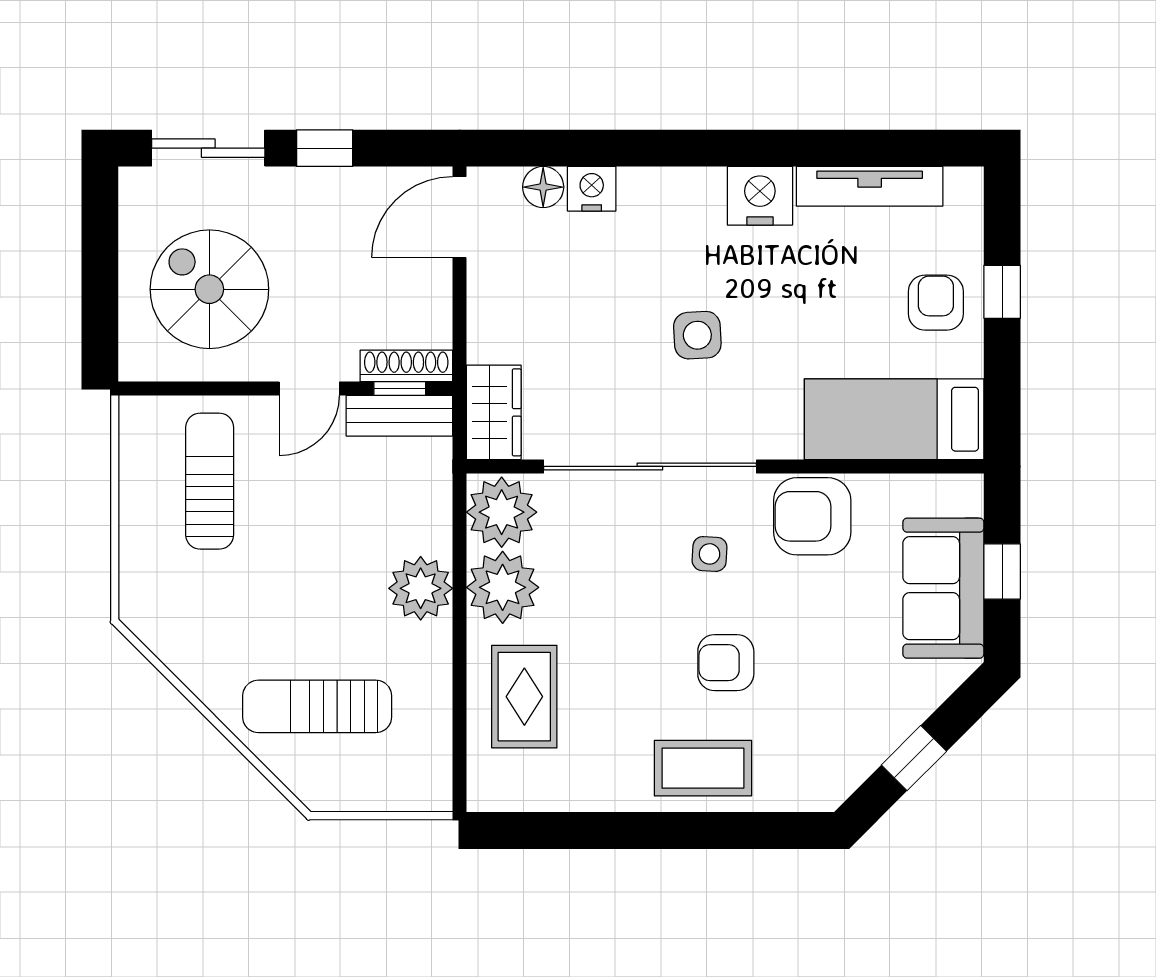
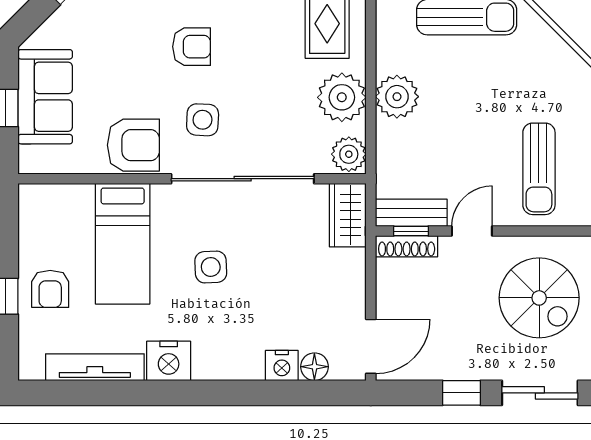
bed: (894, 419) -> (123, 244), moved, turned 90
plant: (502, 512) -> (349, 154), width x0.73, depth x0.73
side table: (710, 554) -> (203, 120), width x1.37, depth x1.37

